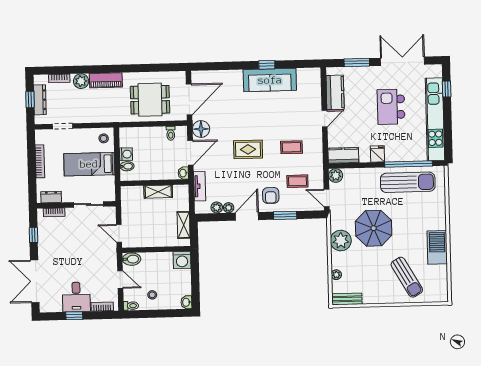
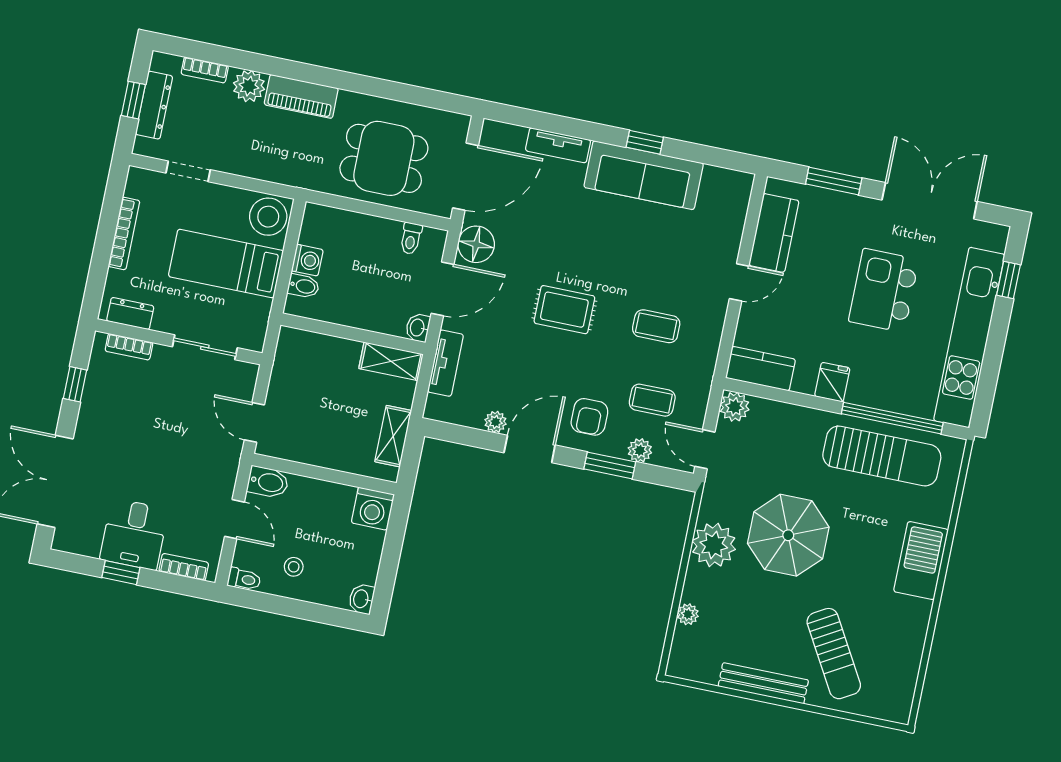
tv unit: (228, 75) -> (558, 145), added
stool: (104, 138) -> (268, 217), width x1.89, depth x1.89
shelving: (158, 192) -> (391, 361), moved
plant: (217, 207) -> (640, 450), moved
barbecue: (437, 247) -> (921, 561), moved
bench: (347, 299) -> (763, 683), moved, width x1.36

